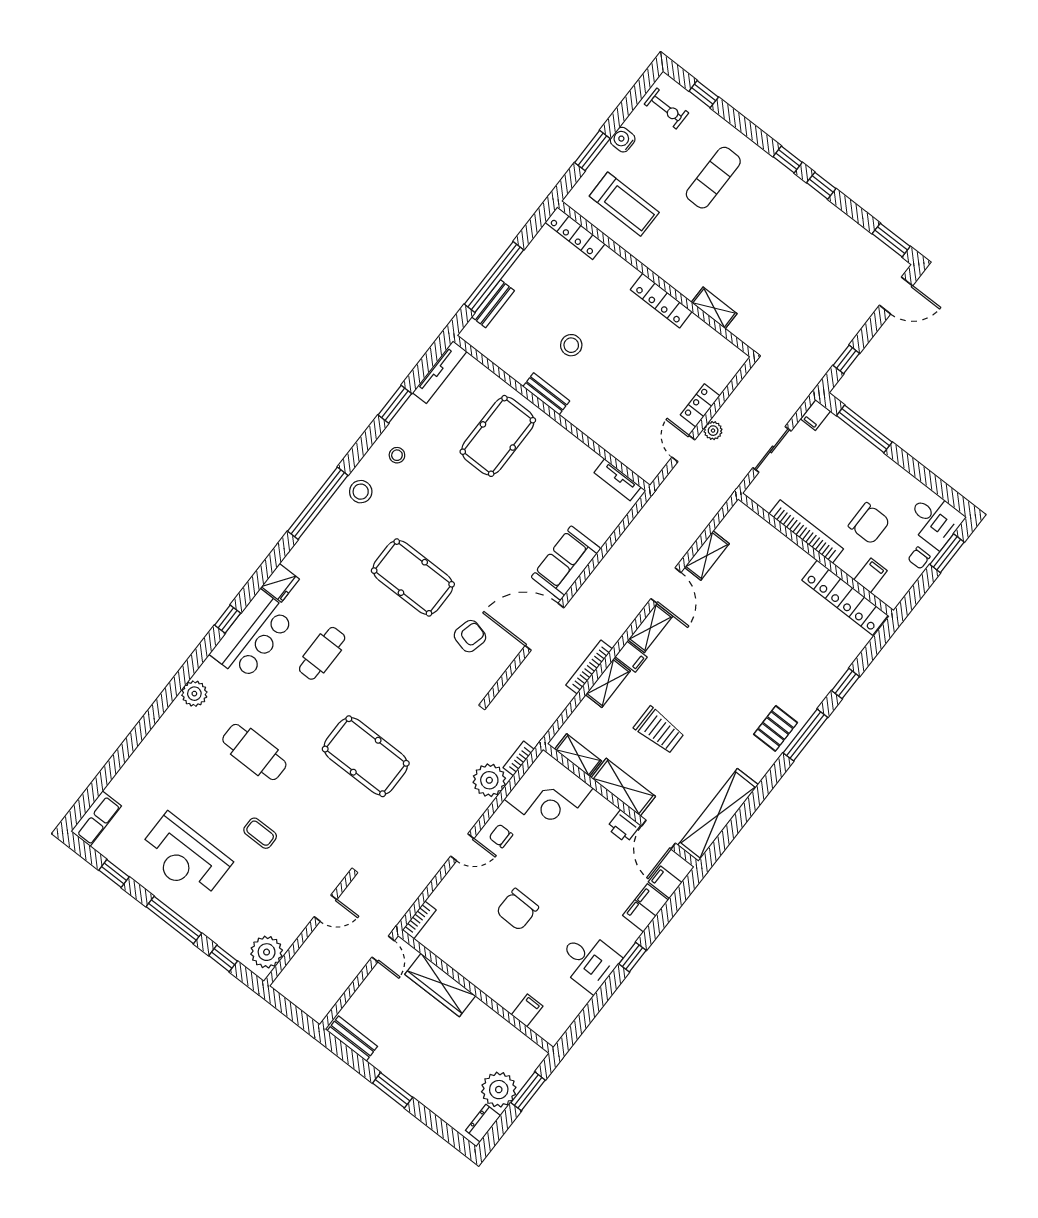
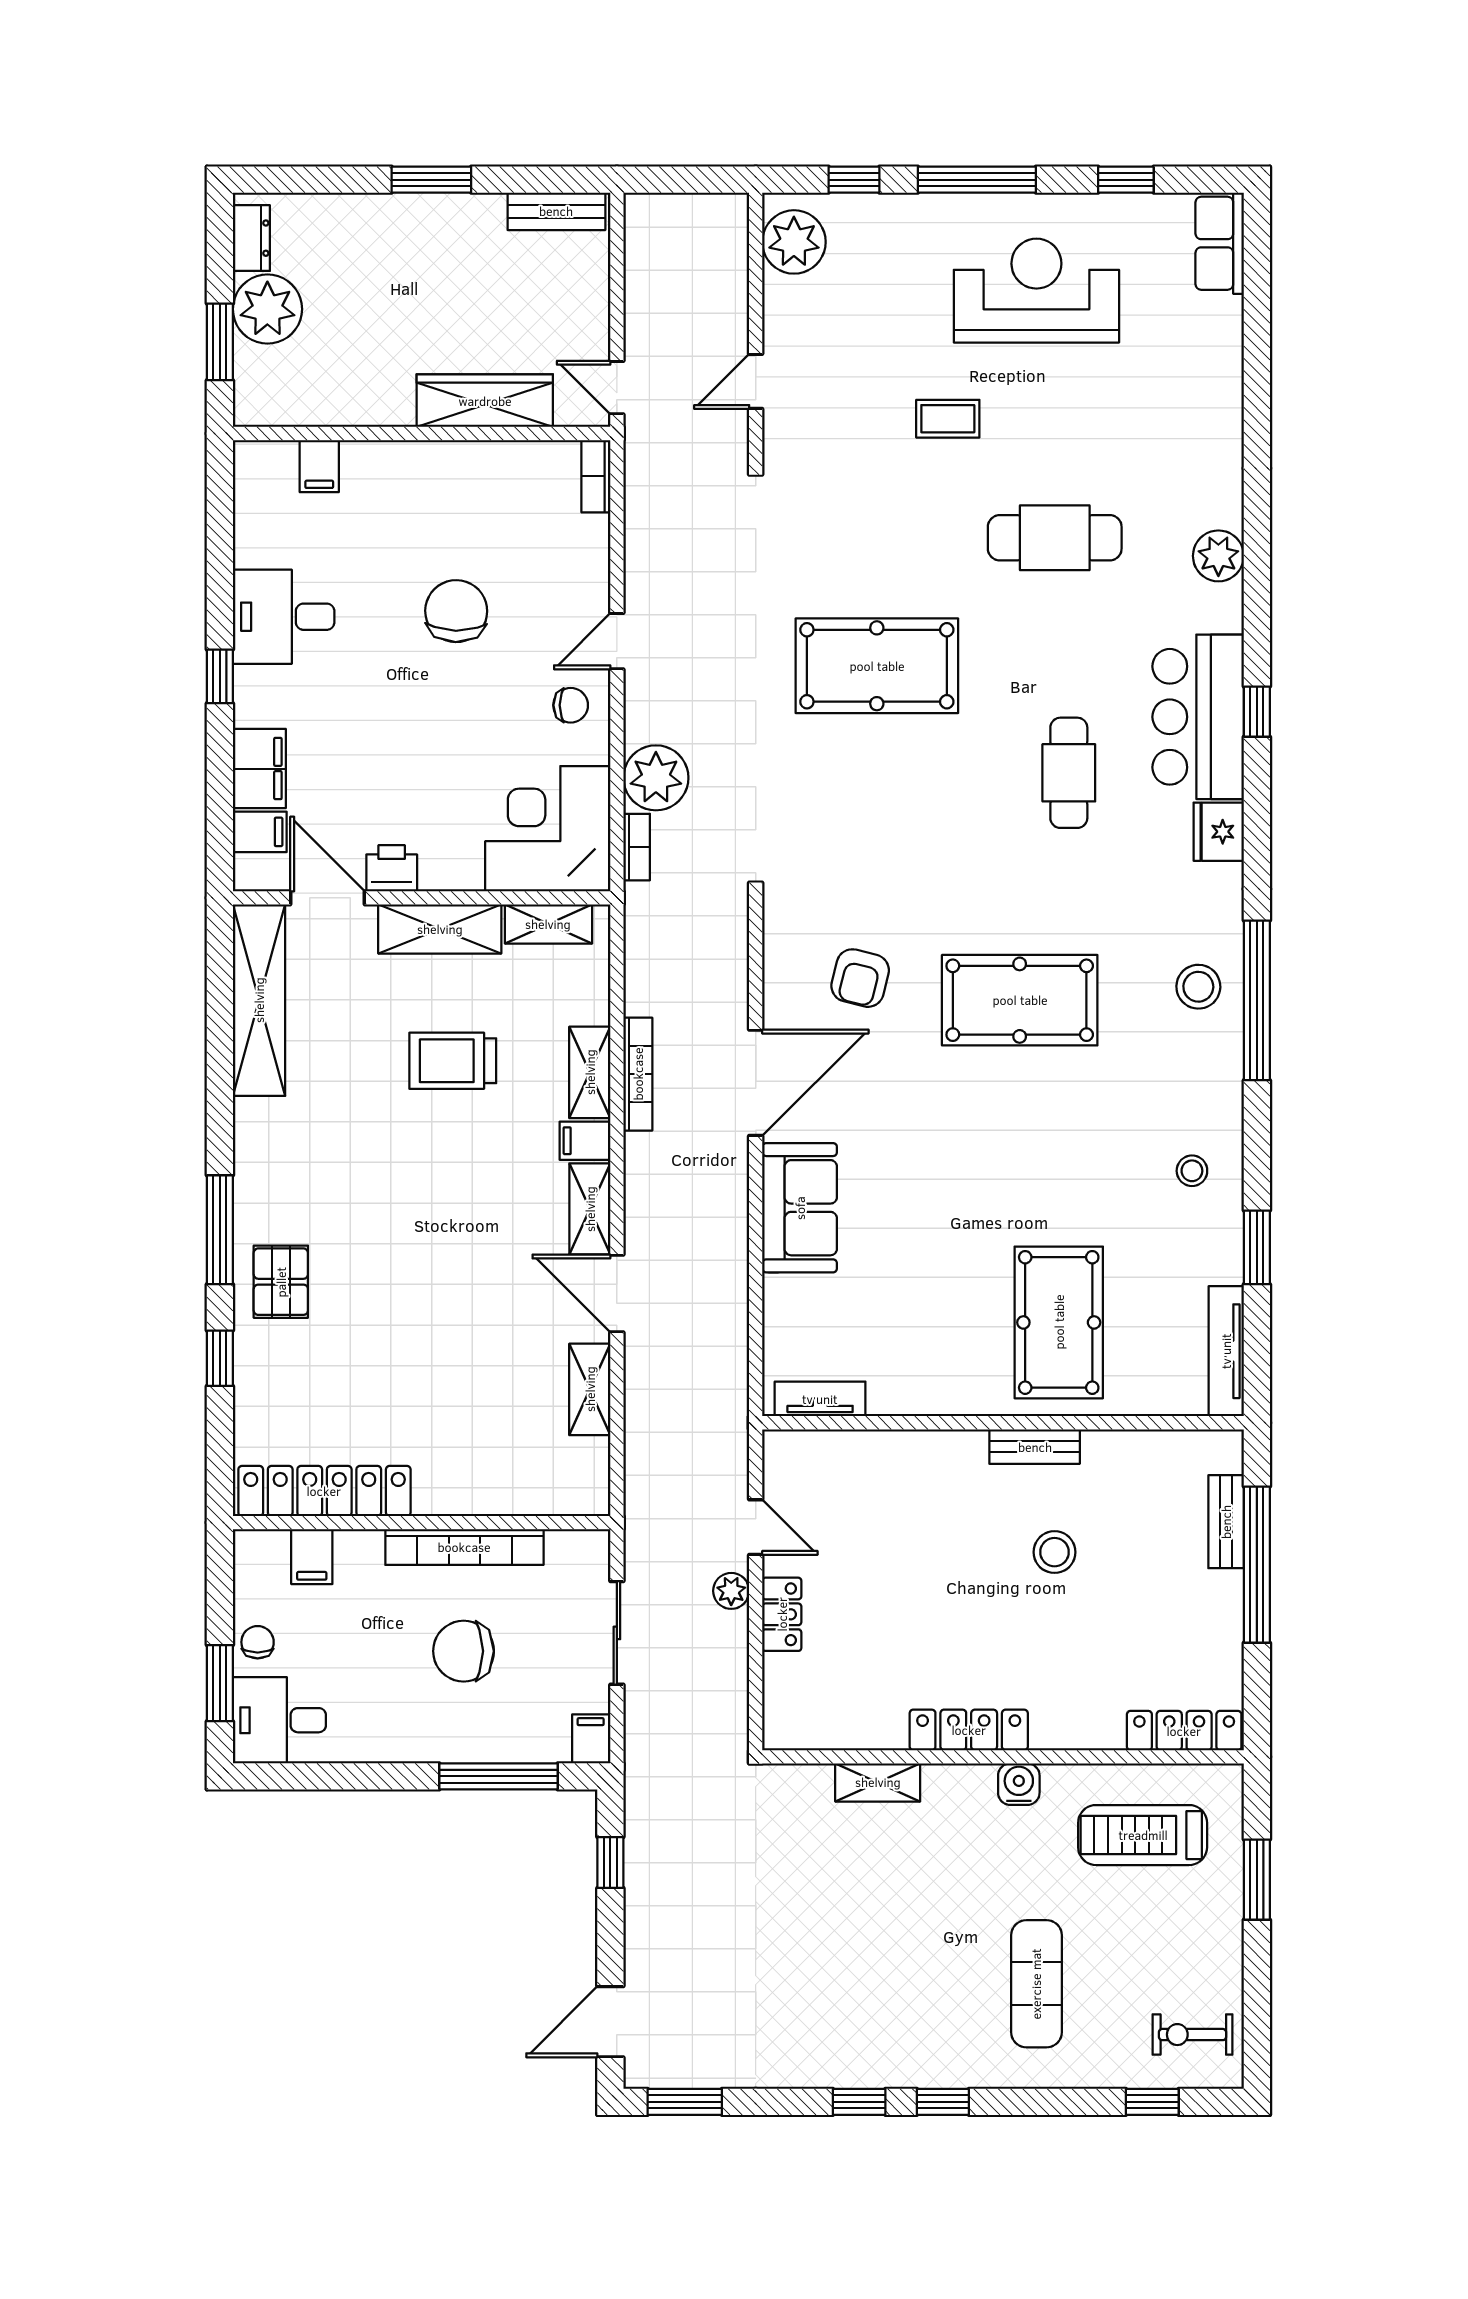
water cooler: (623, 140) -> (1019, 1784), moved, turned -90
stool: (361, 492) -> (1198, 987), moved
chair: (869, 523) -> (464, 1651), moved
pallet: (776, 728) -> (281, 1282), moved

